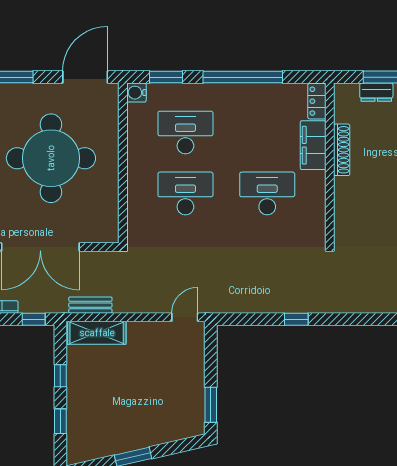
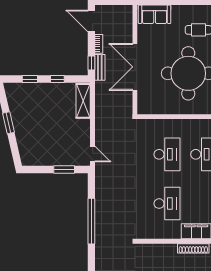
bench: (90, 305) -> (100, 67), moved
window: (296, 319) -> (91, 221), width x3.17
window: (211, 405) -> (64, 170), moved

